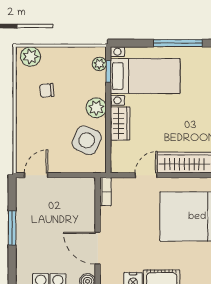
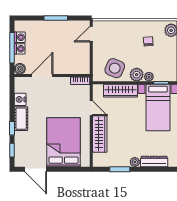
plant: (99, 64) -> (149, 77), moved
wardrobe: (120, 123) -> (120, 91), width x1.50
door: (36, 175) -> (91, 34), swing flipped

